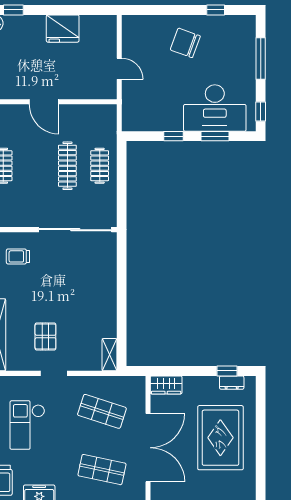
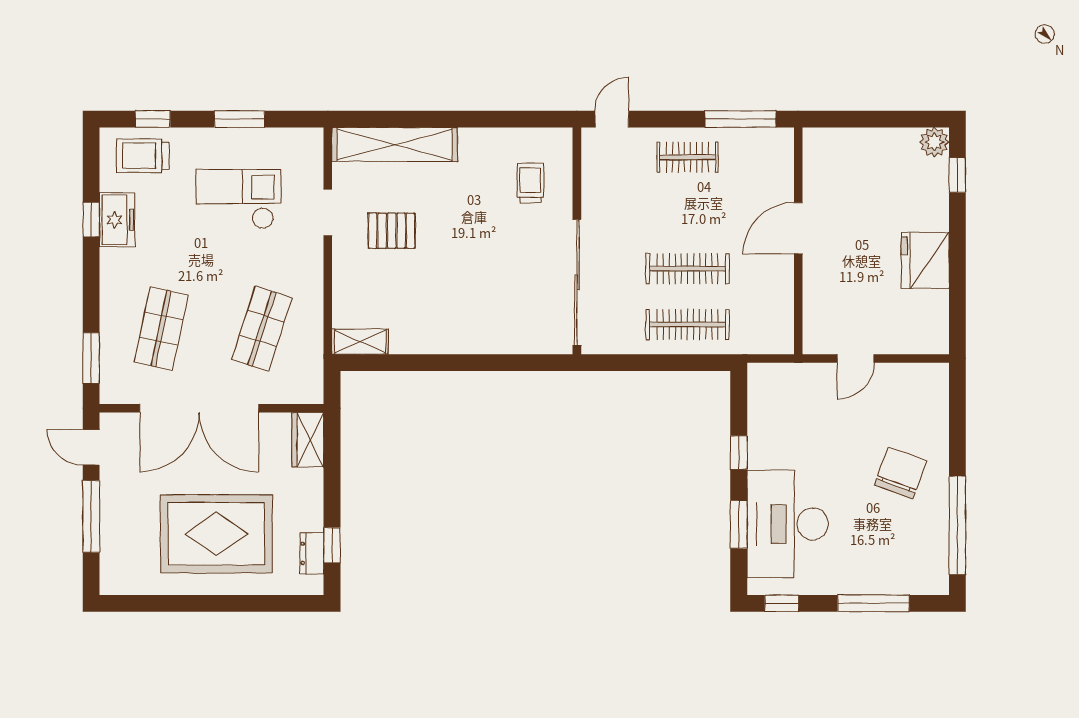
window: (216, 10) -> (957, 525), width x3.17
clothes rail: (100, 166) -> (688, 324), width x1.36
doorway: (54, 373) -> (328, 213), moved

